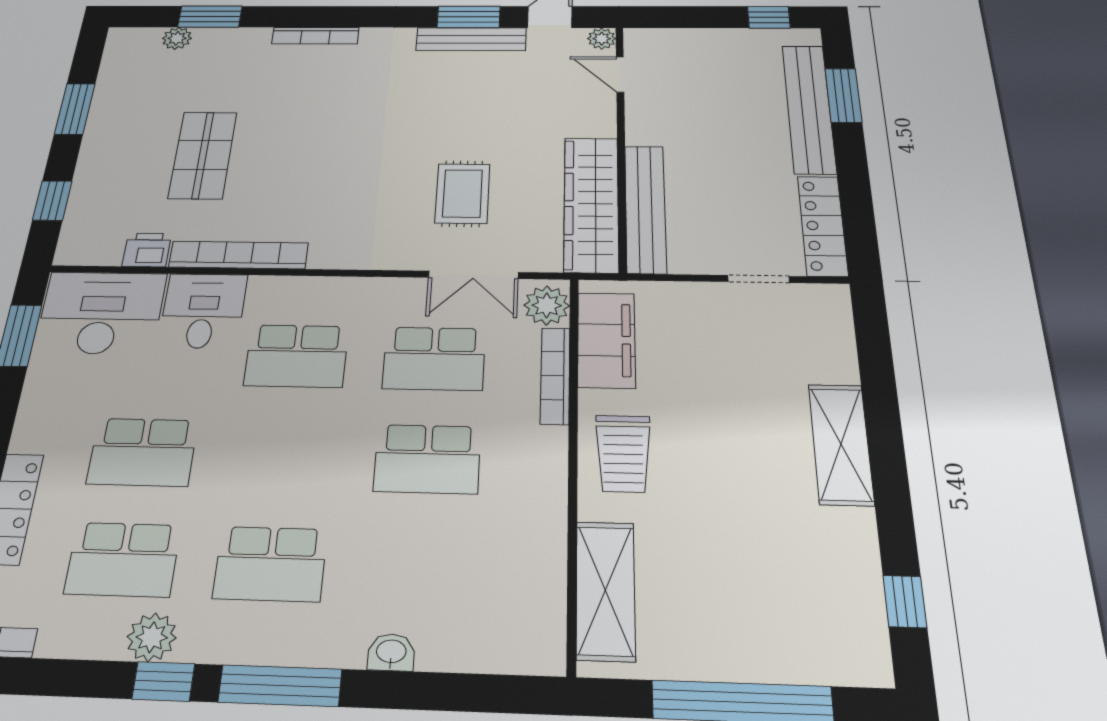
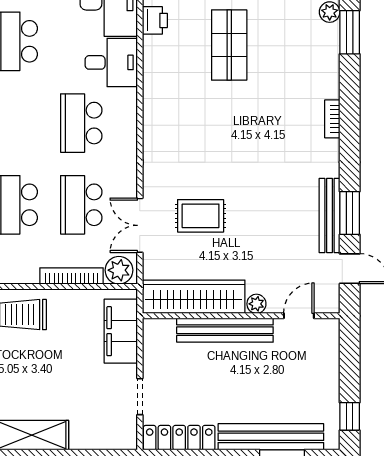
bookcase: (315, 36) -> (332, 119), width x0.64
plant: (602, 39) -> (256, 304), moved
shop shelf: (203, 155) -> (229, 45), turned 90
bench: (645, 209) -> (225, 330), moved
bookcase: (238, 255) -> (152, 79), removed
filing cabinet: (606, 340) -> (121, 331), moved, turned 90

